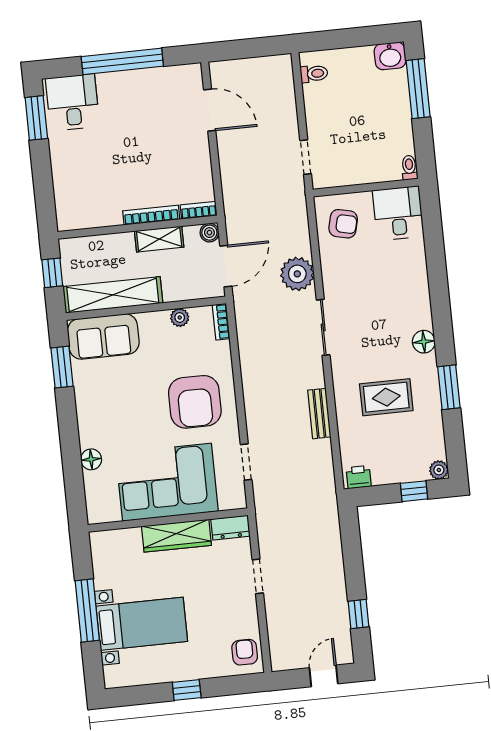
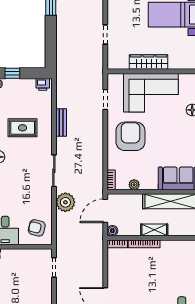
shelving: (159, 239) -> (154, 230), moved
dresser: (230, 528) -> (118, 63), removed

